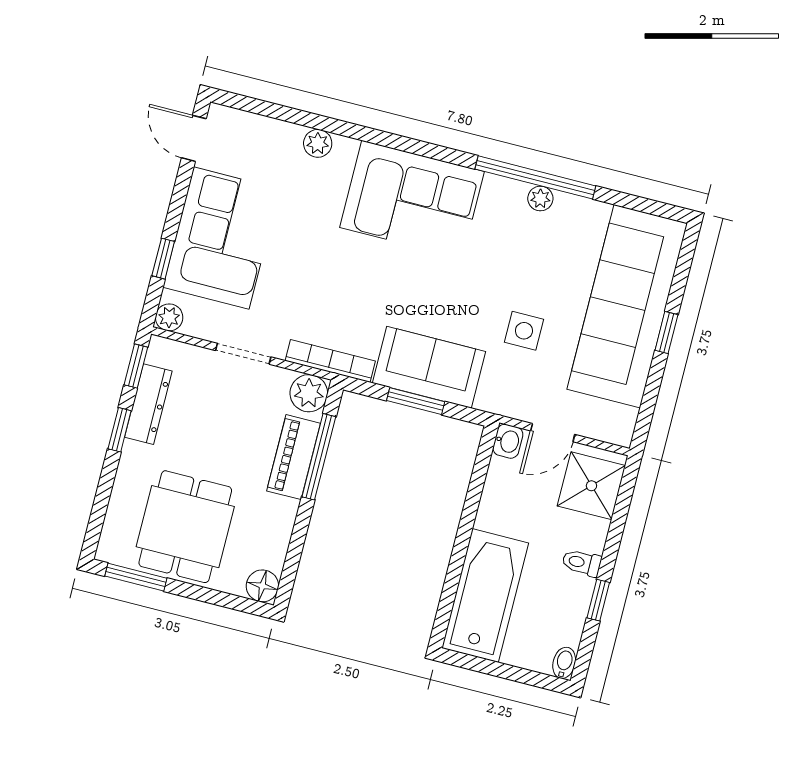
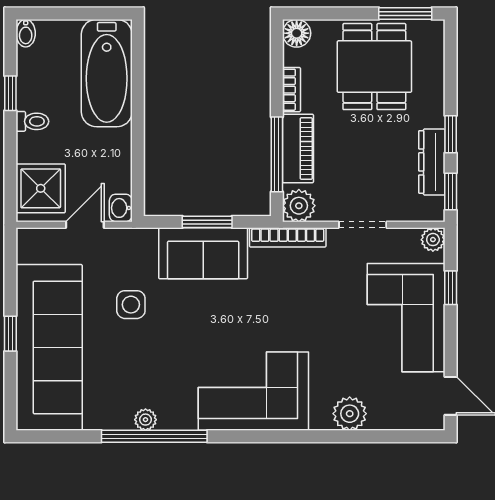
plant: (318, 143) -> (350, 414), width x1.38, depth x1.38
bookcase: (284, 525) -> (291, 90), added

